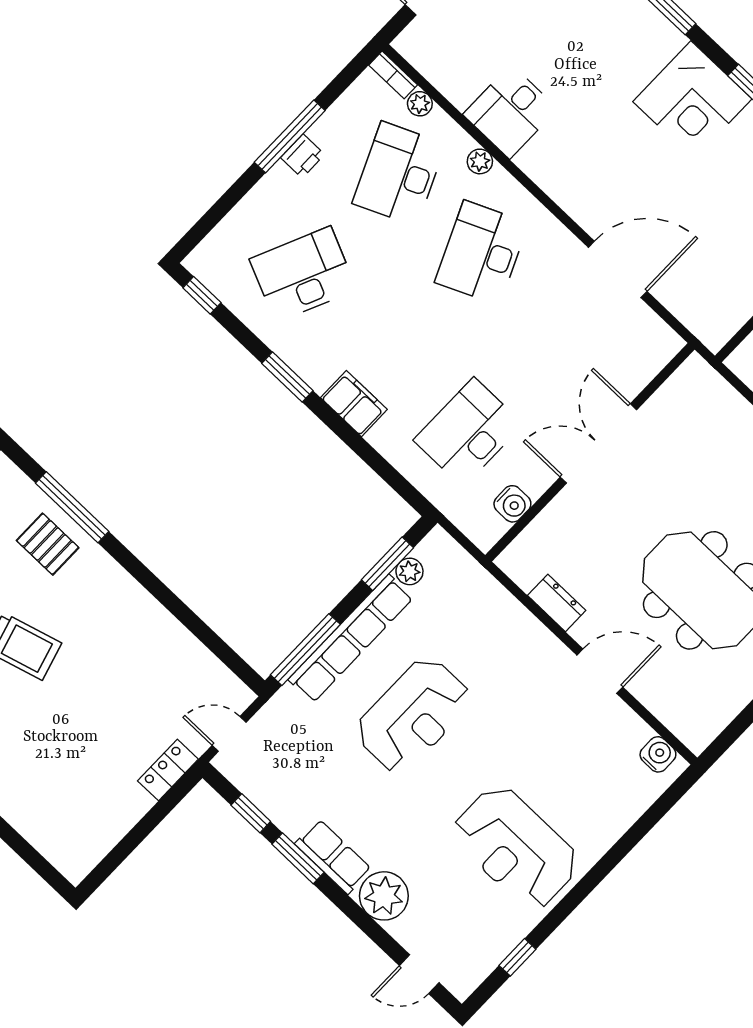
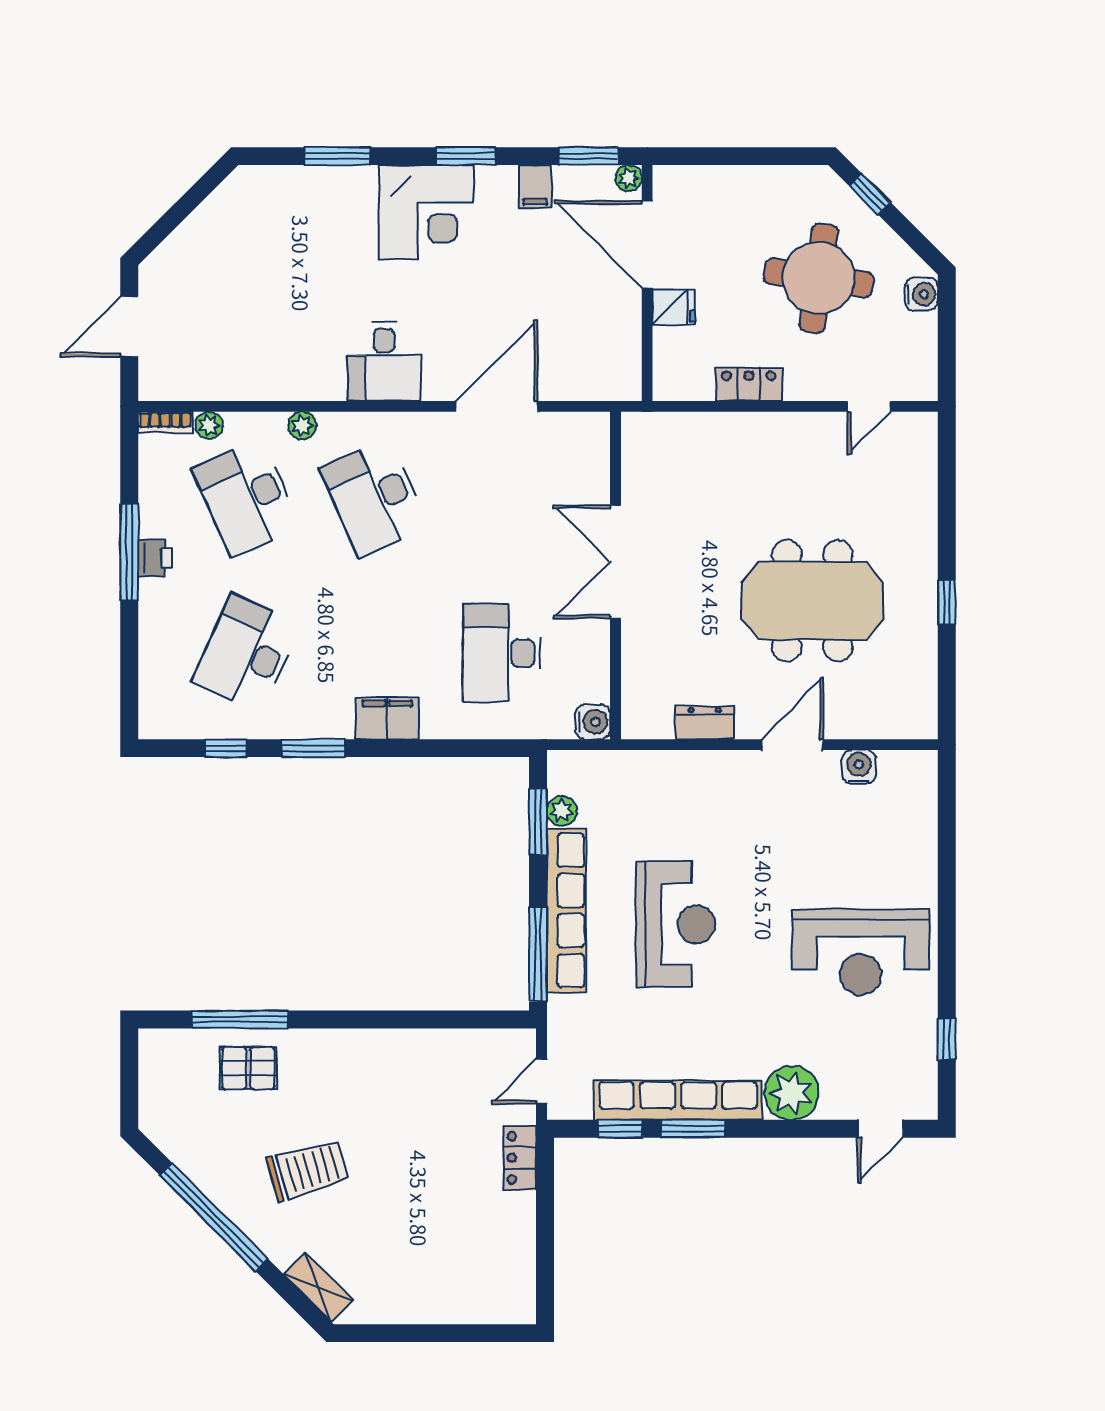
desk: (510, 112) -> (384, 362), moved
window: (202, 295) -> (226, 748), moved
water cooler: (512, 504) -> (593, 722), moved
water cooler: (658, 754) -> (859, 767), moved
row of seats: (333, 857) -> (678, 1100), width x2.02

